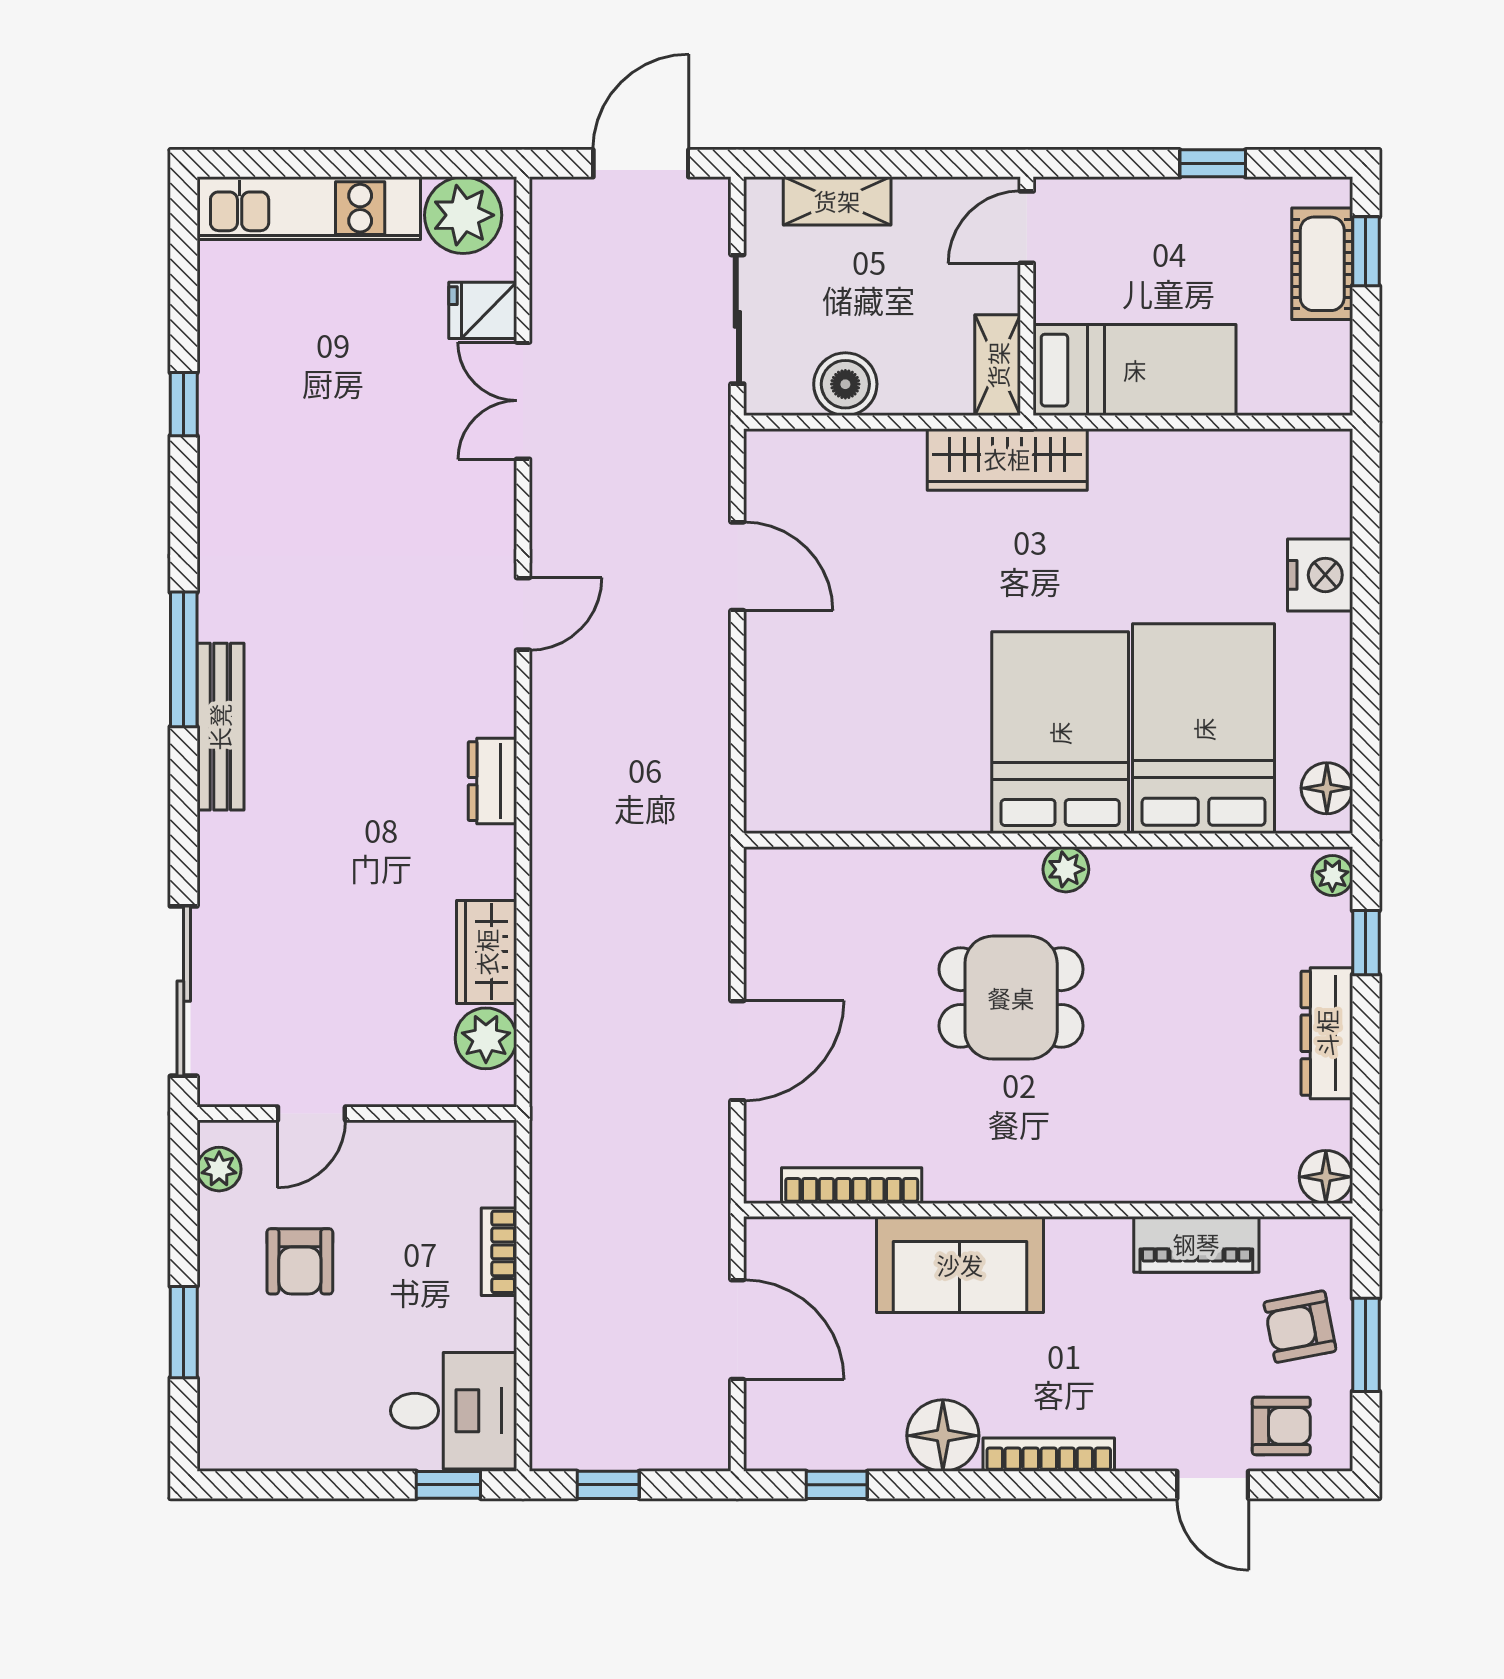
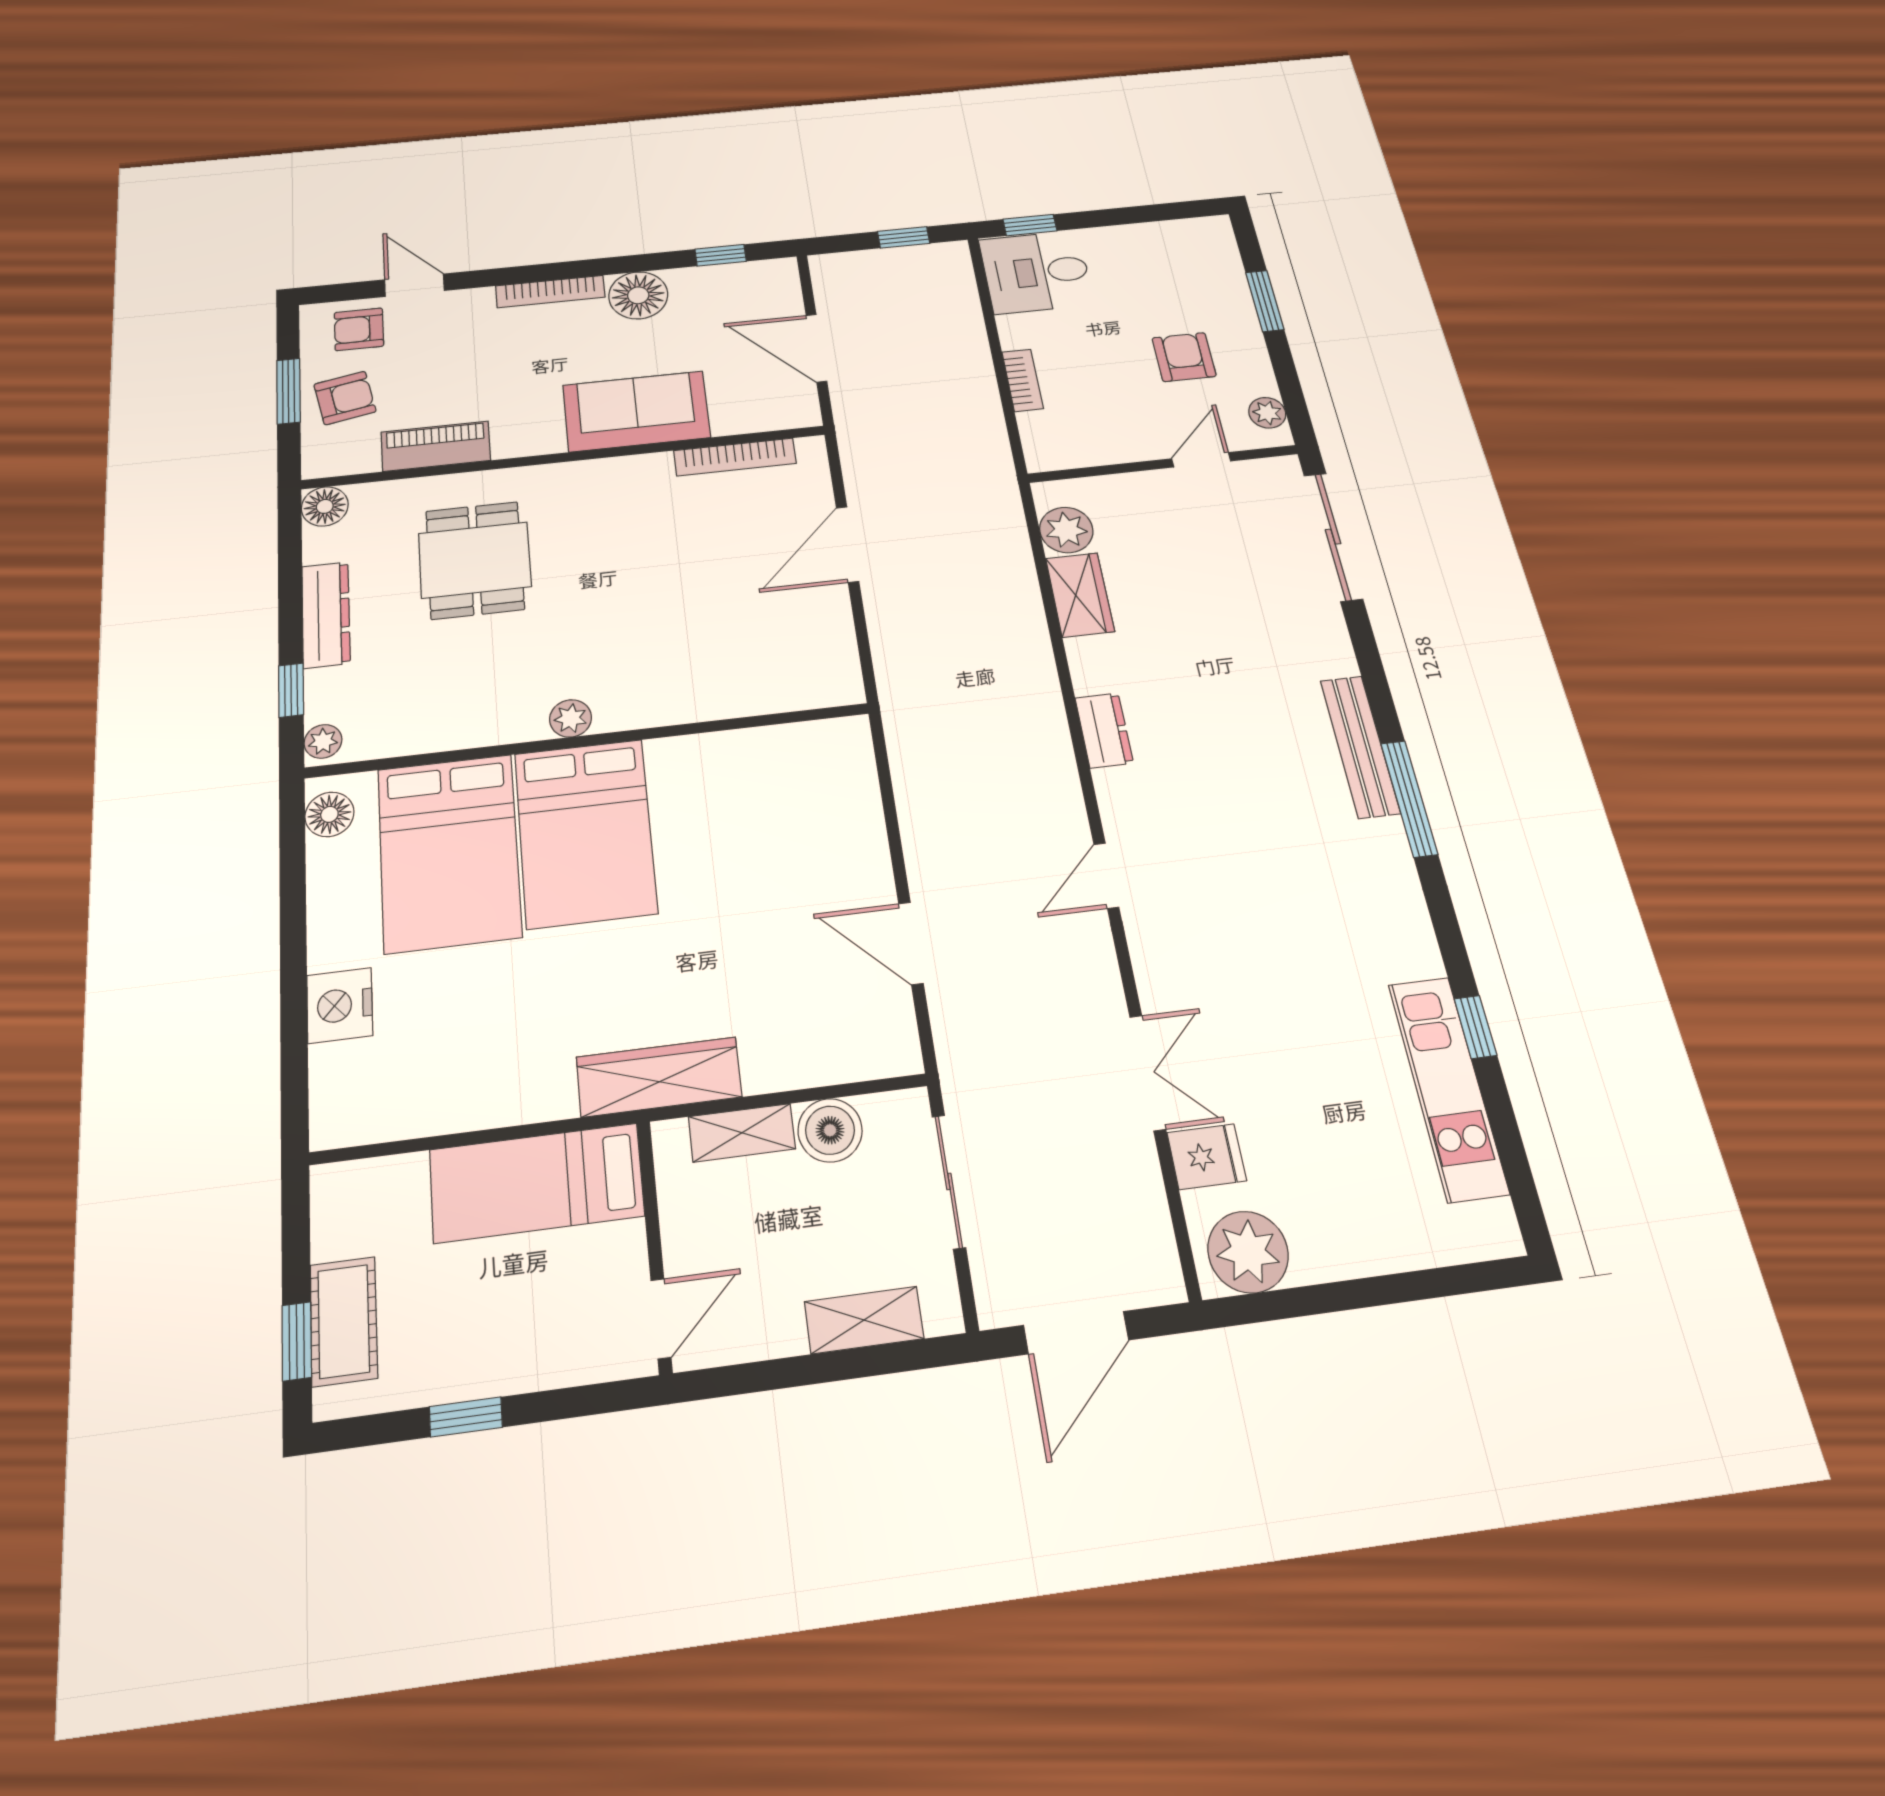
kitchen unit: (309, 208) -> (1448, 1088), moved, turned -90
shelving: (998, 365) -> (742, 1133), moved, turned 90
dining table: (1011, 998) -> (475, 560), moved, turned 90

